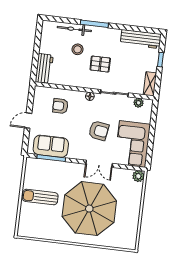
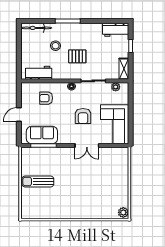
bicycle: (74, 29) -> (36, 28), moved
workbench: (141, 39) -> (116, 30), width x0.73
workbench: (44, 68) -> (39, 73), moved, turned -90
armchair: (99, 131) -> (83, 116), turned 81
plant: (138, 176) -> (123, 212), moved
parasol: (89, 209) -> (83, 187), removed

